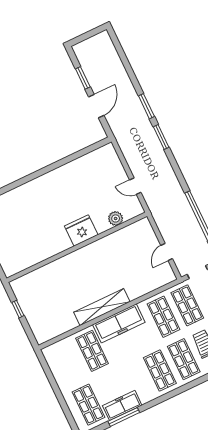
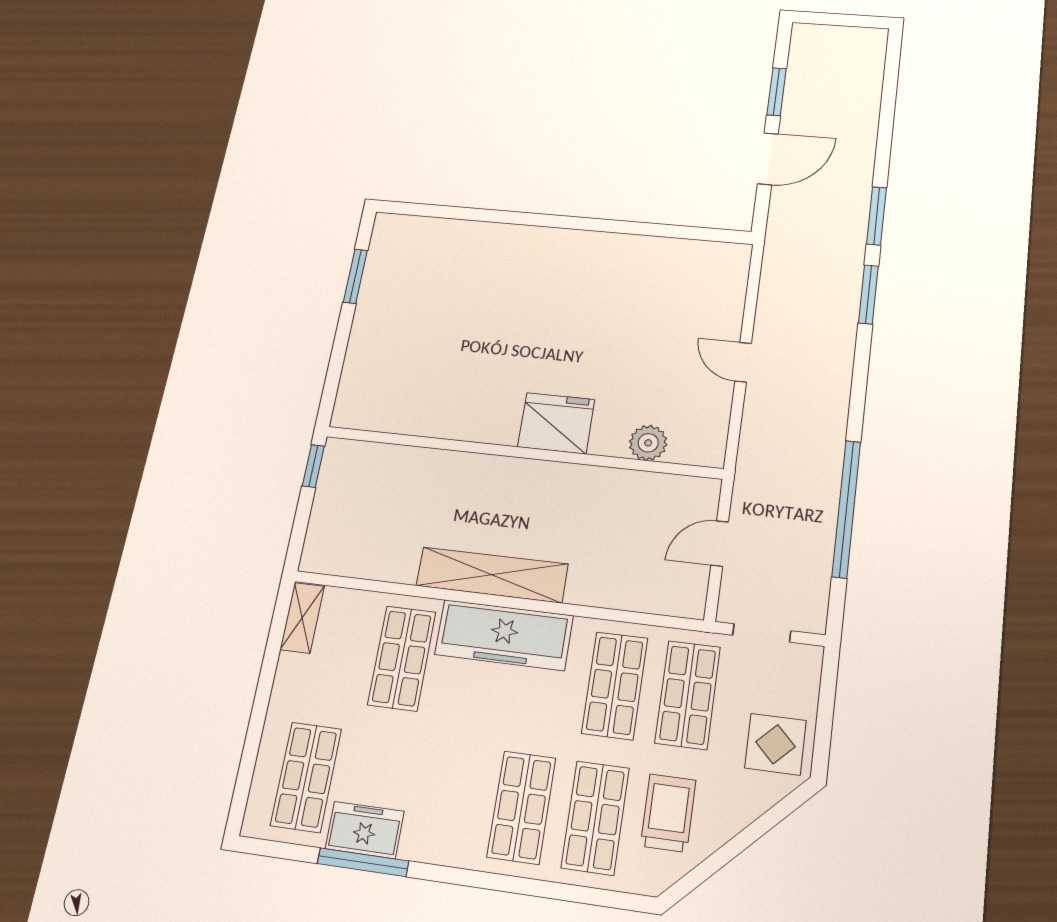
plant: (116, 218) -> (648, 443), moved
fridge: (81, 230) -> (556, 423), moved
wall: (77, 247) -> (522, 452), moved
shelving: (51, 359) -> (302, 618), added
freezer: (122, 405) -> (365, 830), width x0.71

